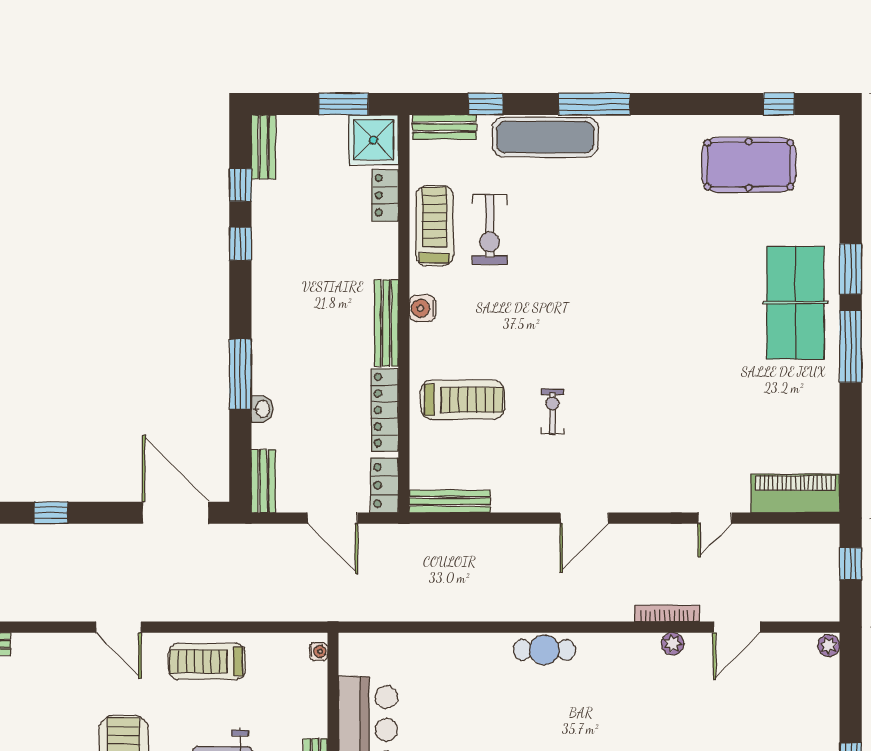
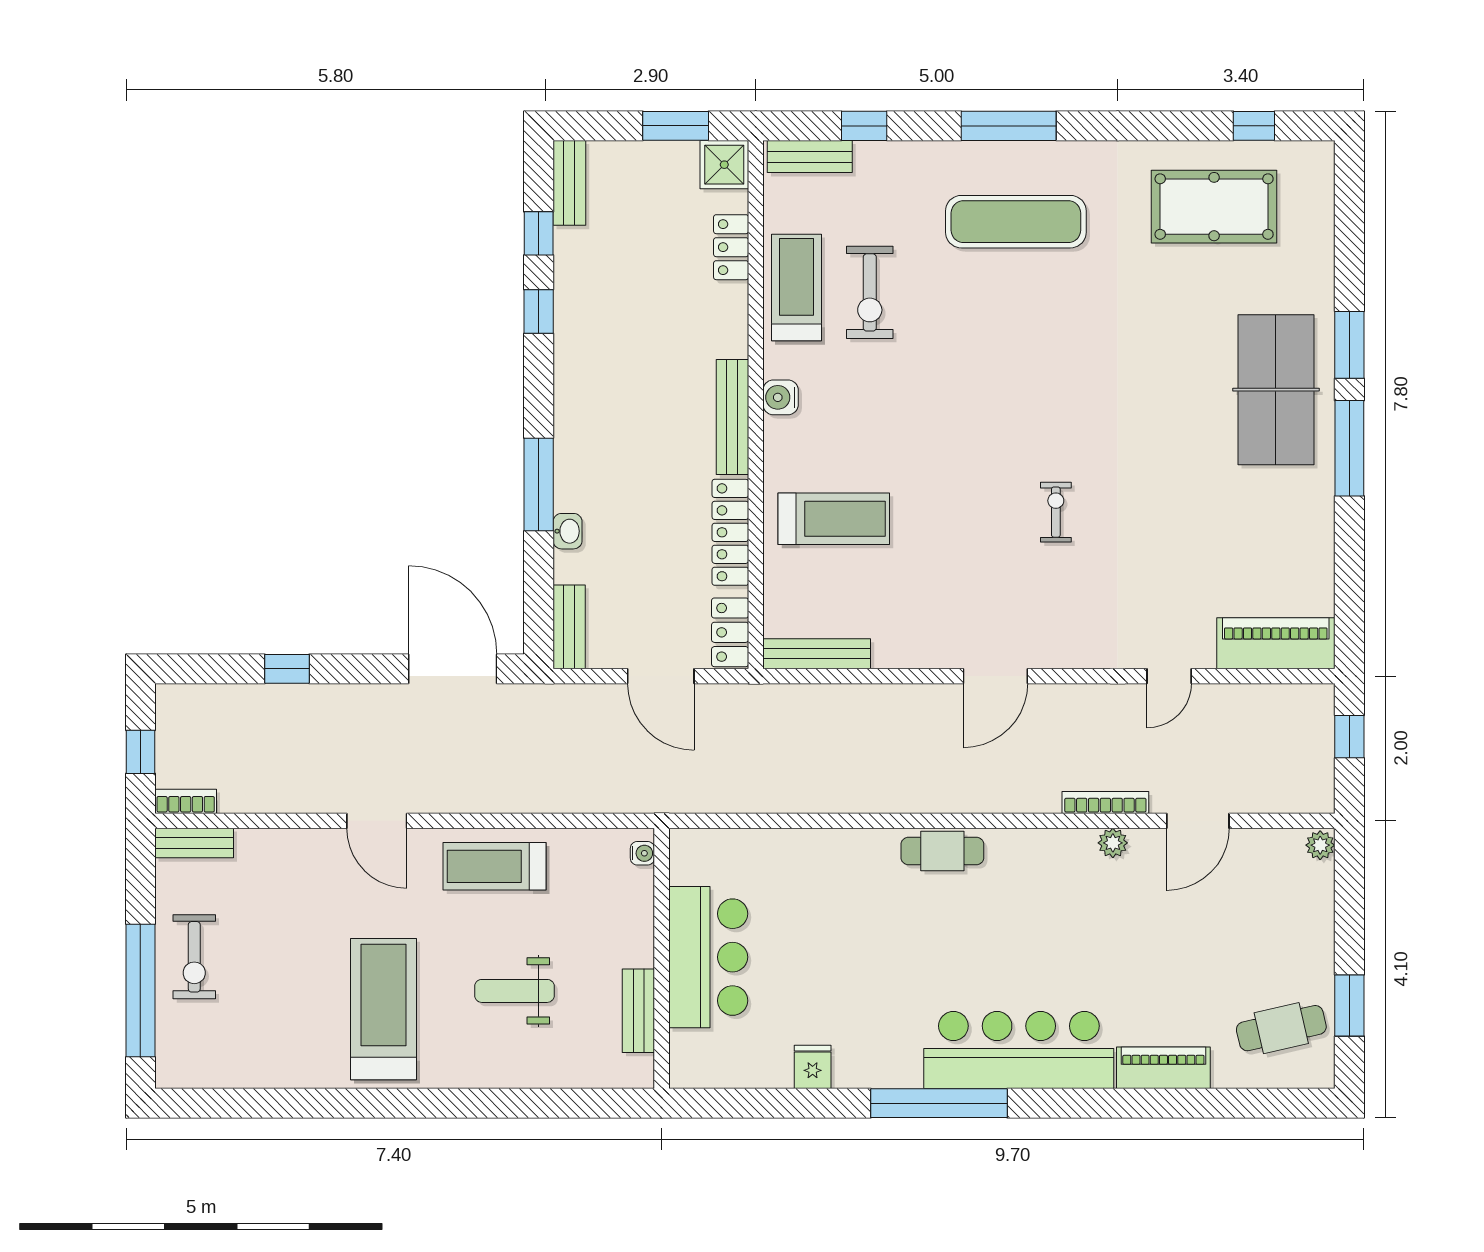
exercise mat: (545, 137) -> (1016, 222), moved
shower: (373, 140) -> (724, 165), width x0.73, depth x0.73
exercise bike: (553, 412) -> (1056, 512), moved

